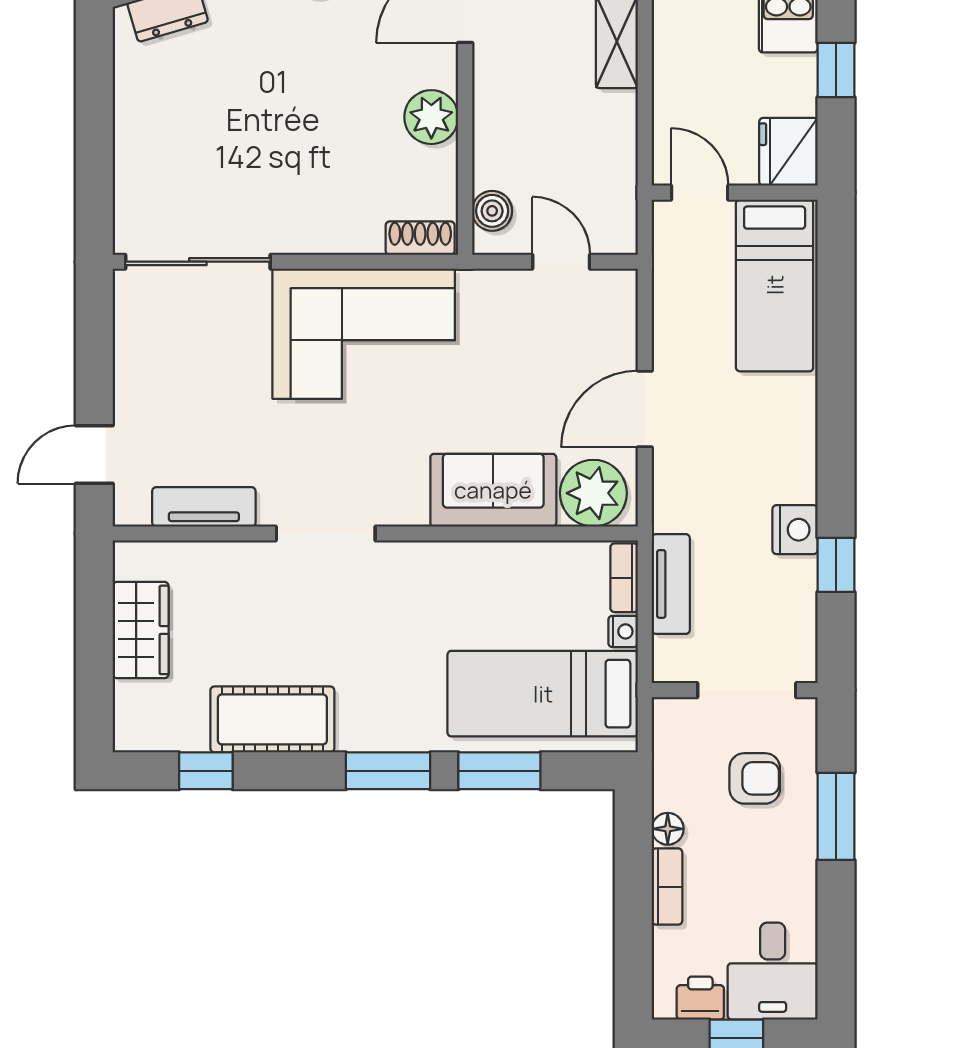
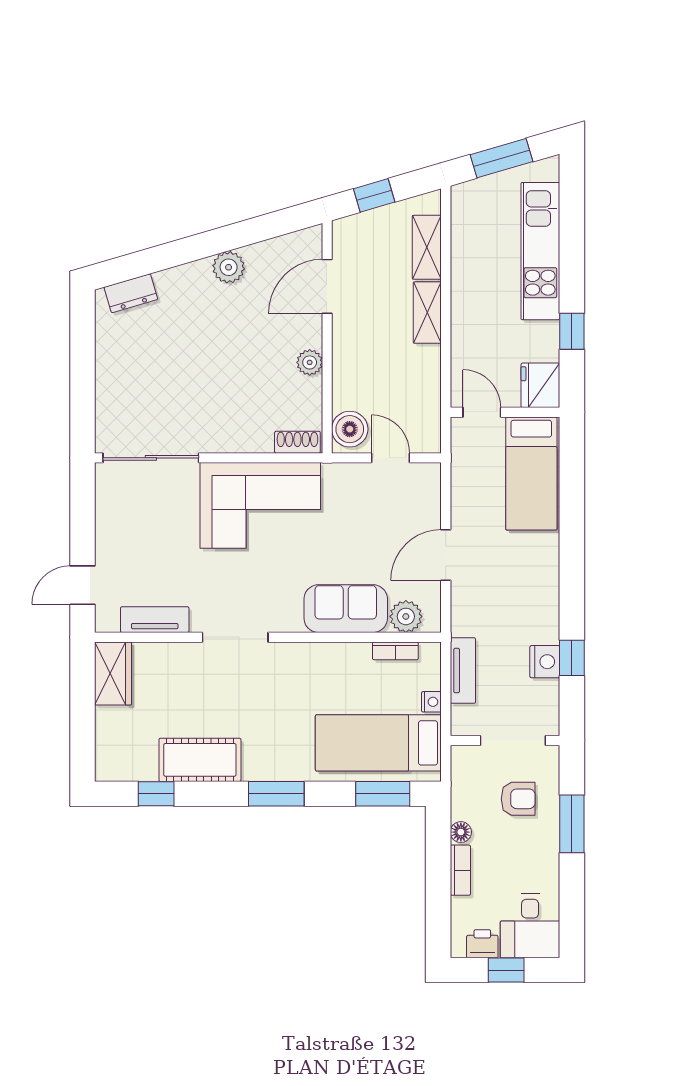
plant: (431, 117) -> (310, 362), width x0.73, depth x0.73
boiler: (492, 211) -> (350, 429), width x1.36, depth x1.36
plant: (593, 493) -> (406, 616), width x0.73, depth x0.73
nightstand: (795, 530) -> (545, 662), moved
bookcase: (624, 578) -> (395, 651), moved, turned -90
wardrobe: (141, 630) -> (113, 673), moved
window: (499, 771) -> (383, 794), moved

